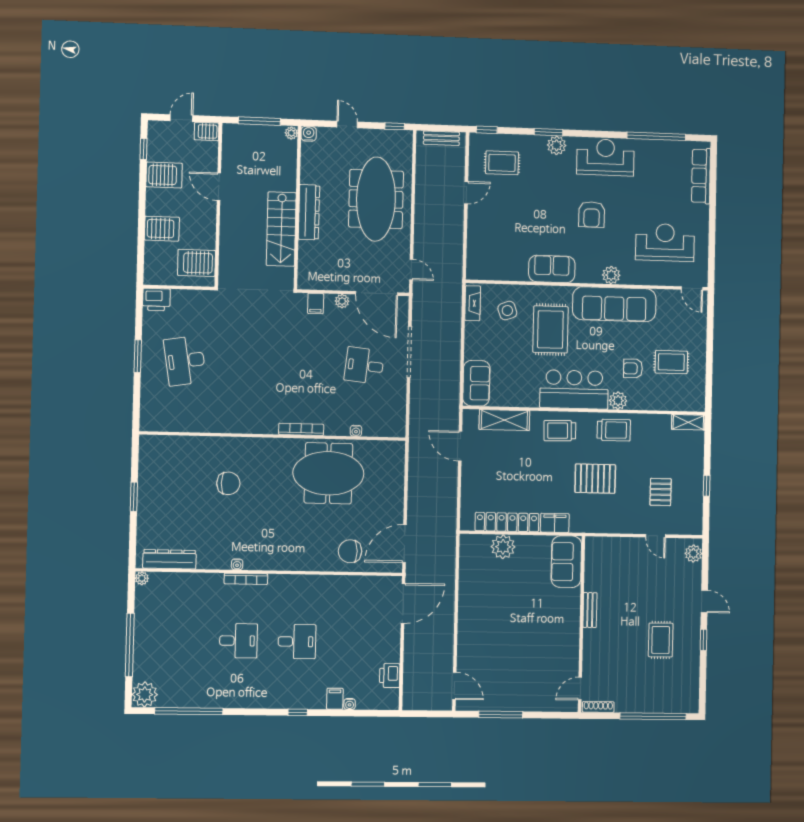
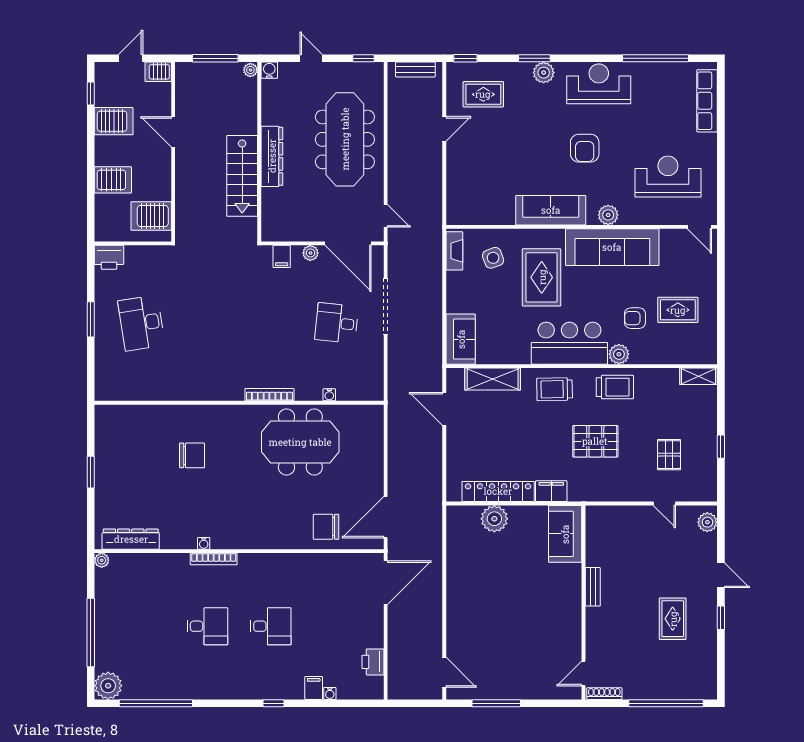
sofa: (552, 269) -> (551, 210), width x1.36

